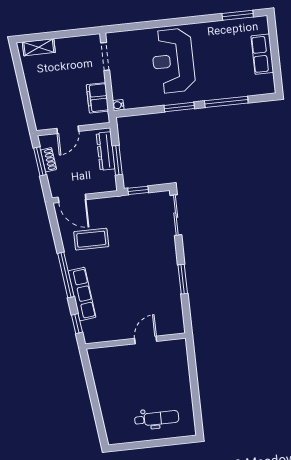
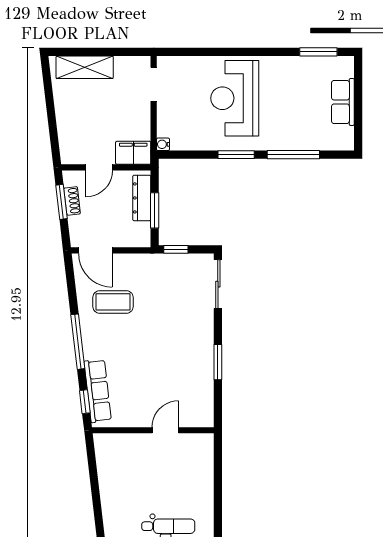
shelving: (39, 47) -> (85, 67), width x1.50, depth x1.33
filing cabinet: (98, 98) -> (133, 153), moved, turned 90
row of seats: (82, 294) -> (98, 391), moved

